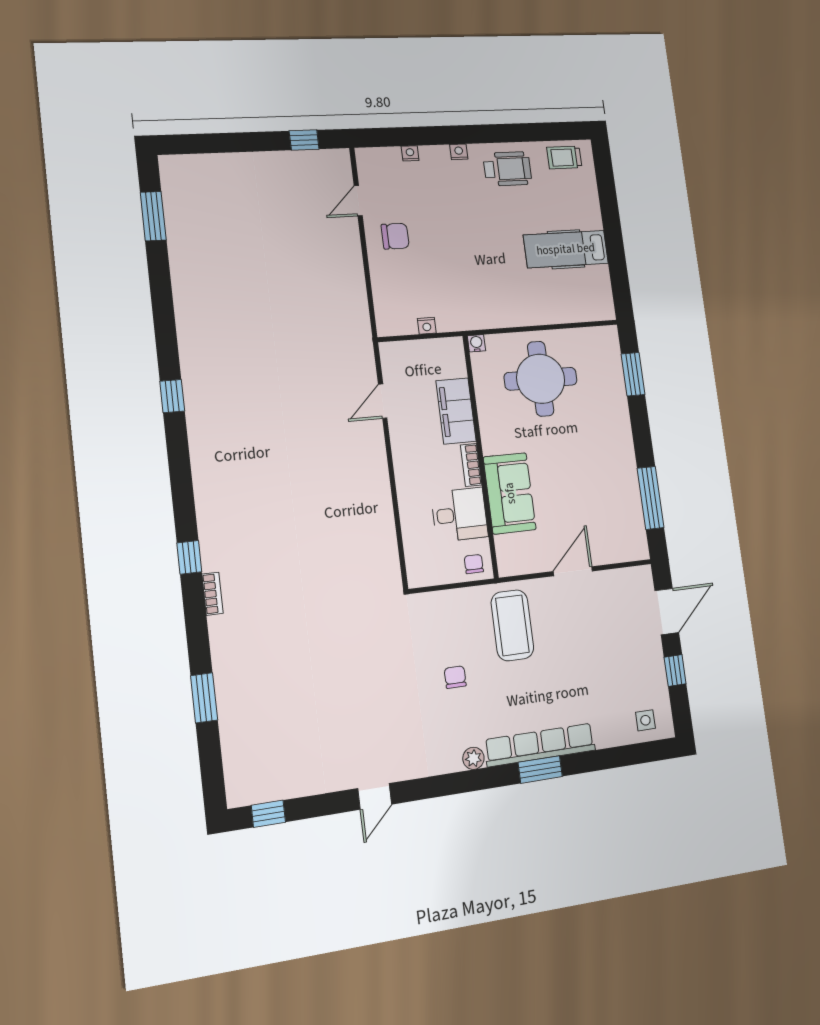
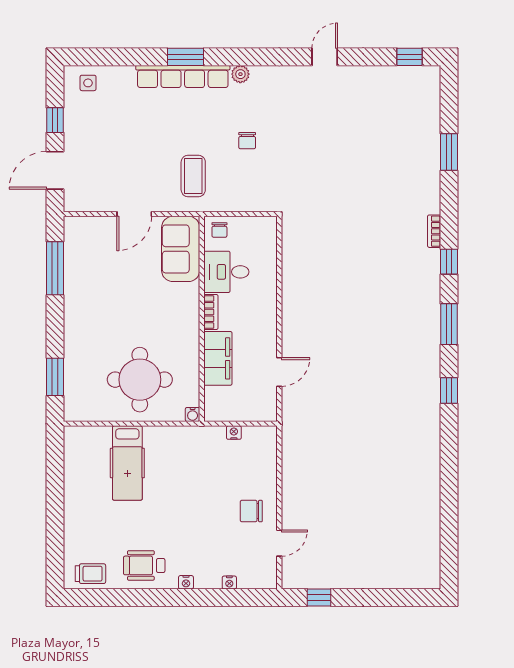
window: (153, 216) -> (449, 324), moved
hospital bed: (566, 249) -> (127, 463), moved, turned 90
sofa: (510, 493) -> (181, 249), moved
coffee table: (512, 625) -> (193, 176), width x0.73, depth x0.76

